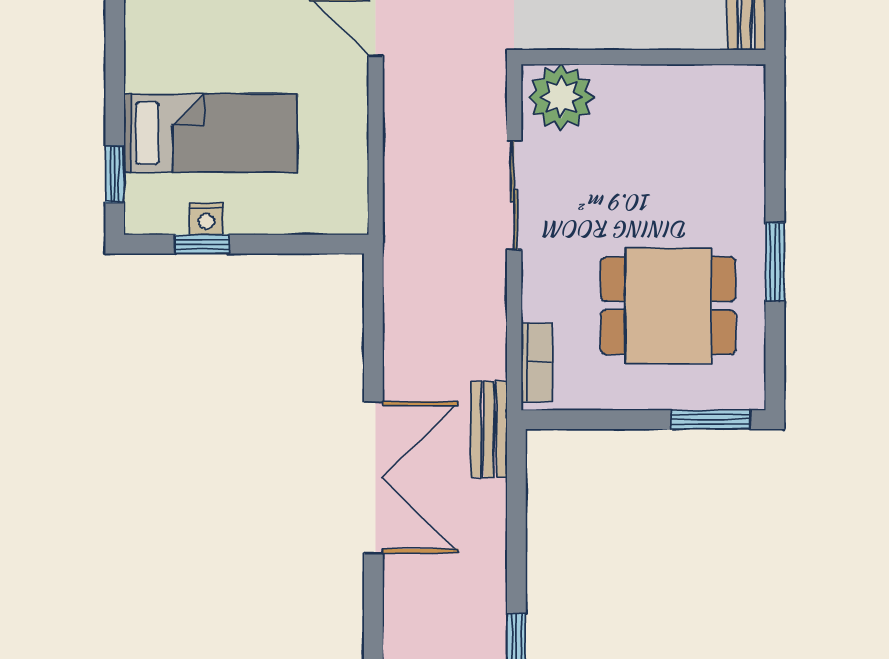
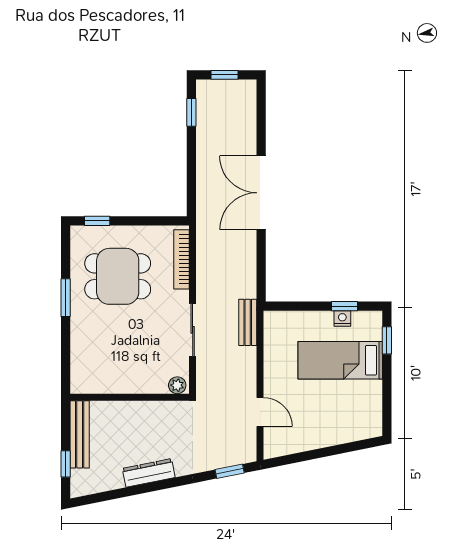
plant: (561, 97) -> (177, 385), width x0.53, depth x0.53
bookcase: (537, 362) -> (182, 259), width x1.56
window: (710, 420) -> (97, 221), width x0.67
bench: (489, 429) -> (248, 322), moved

